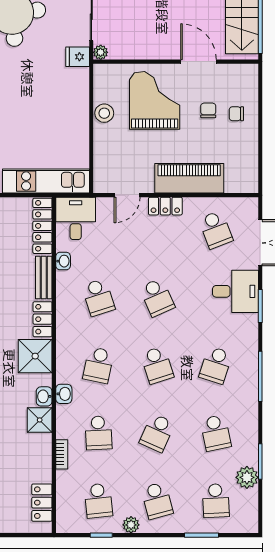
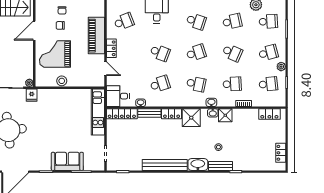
school desk: (157, 297) -> (160, 53), turned 45

